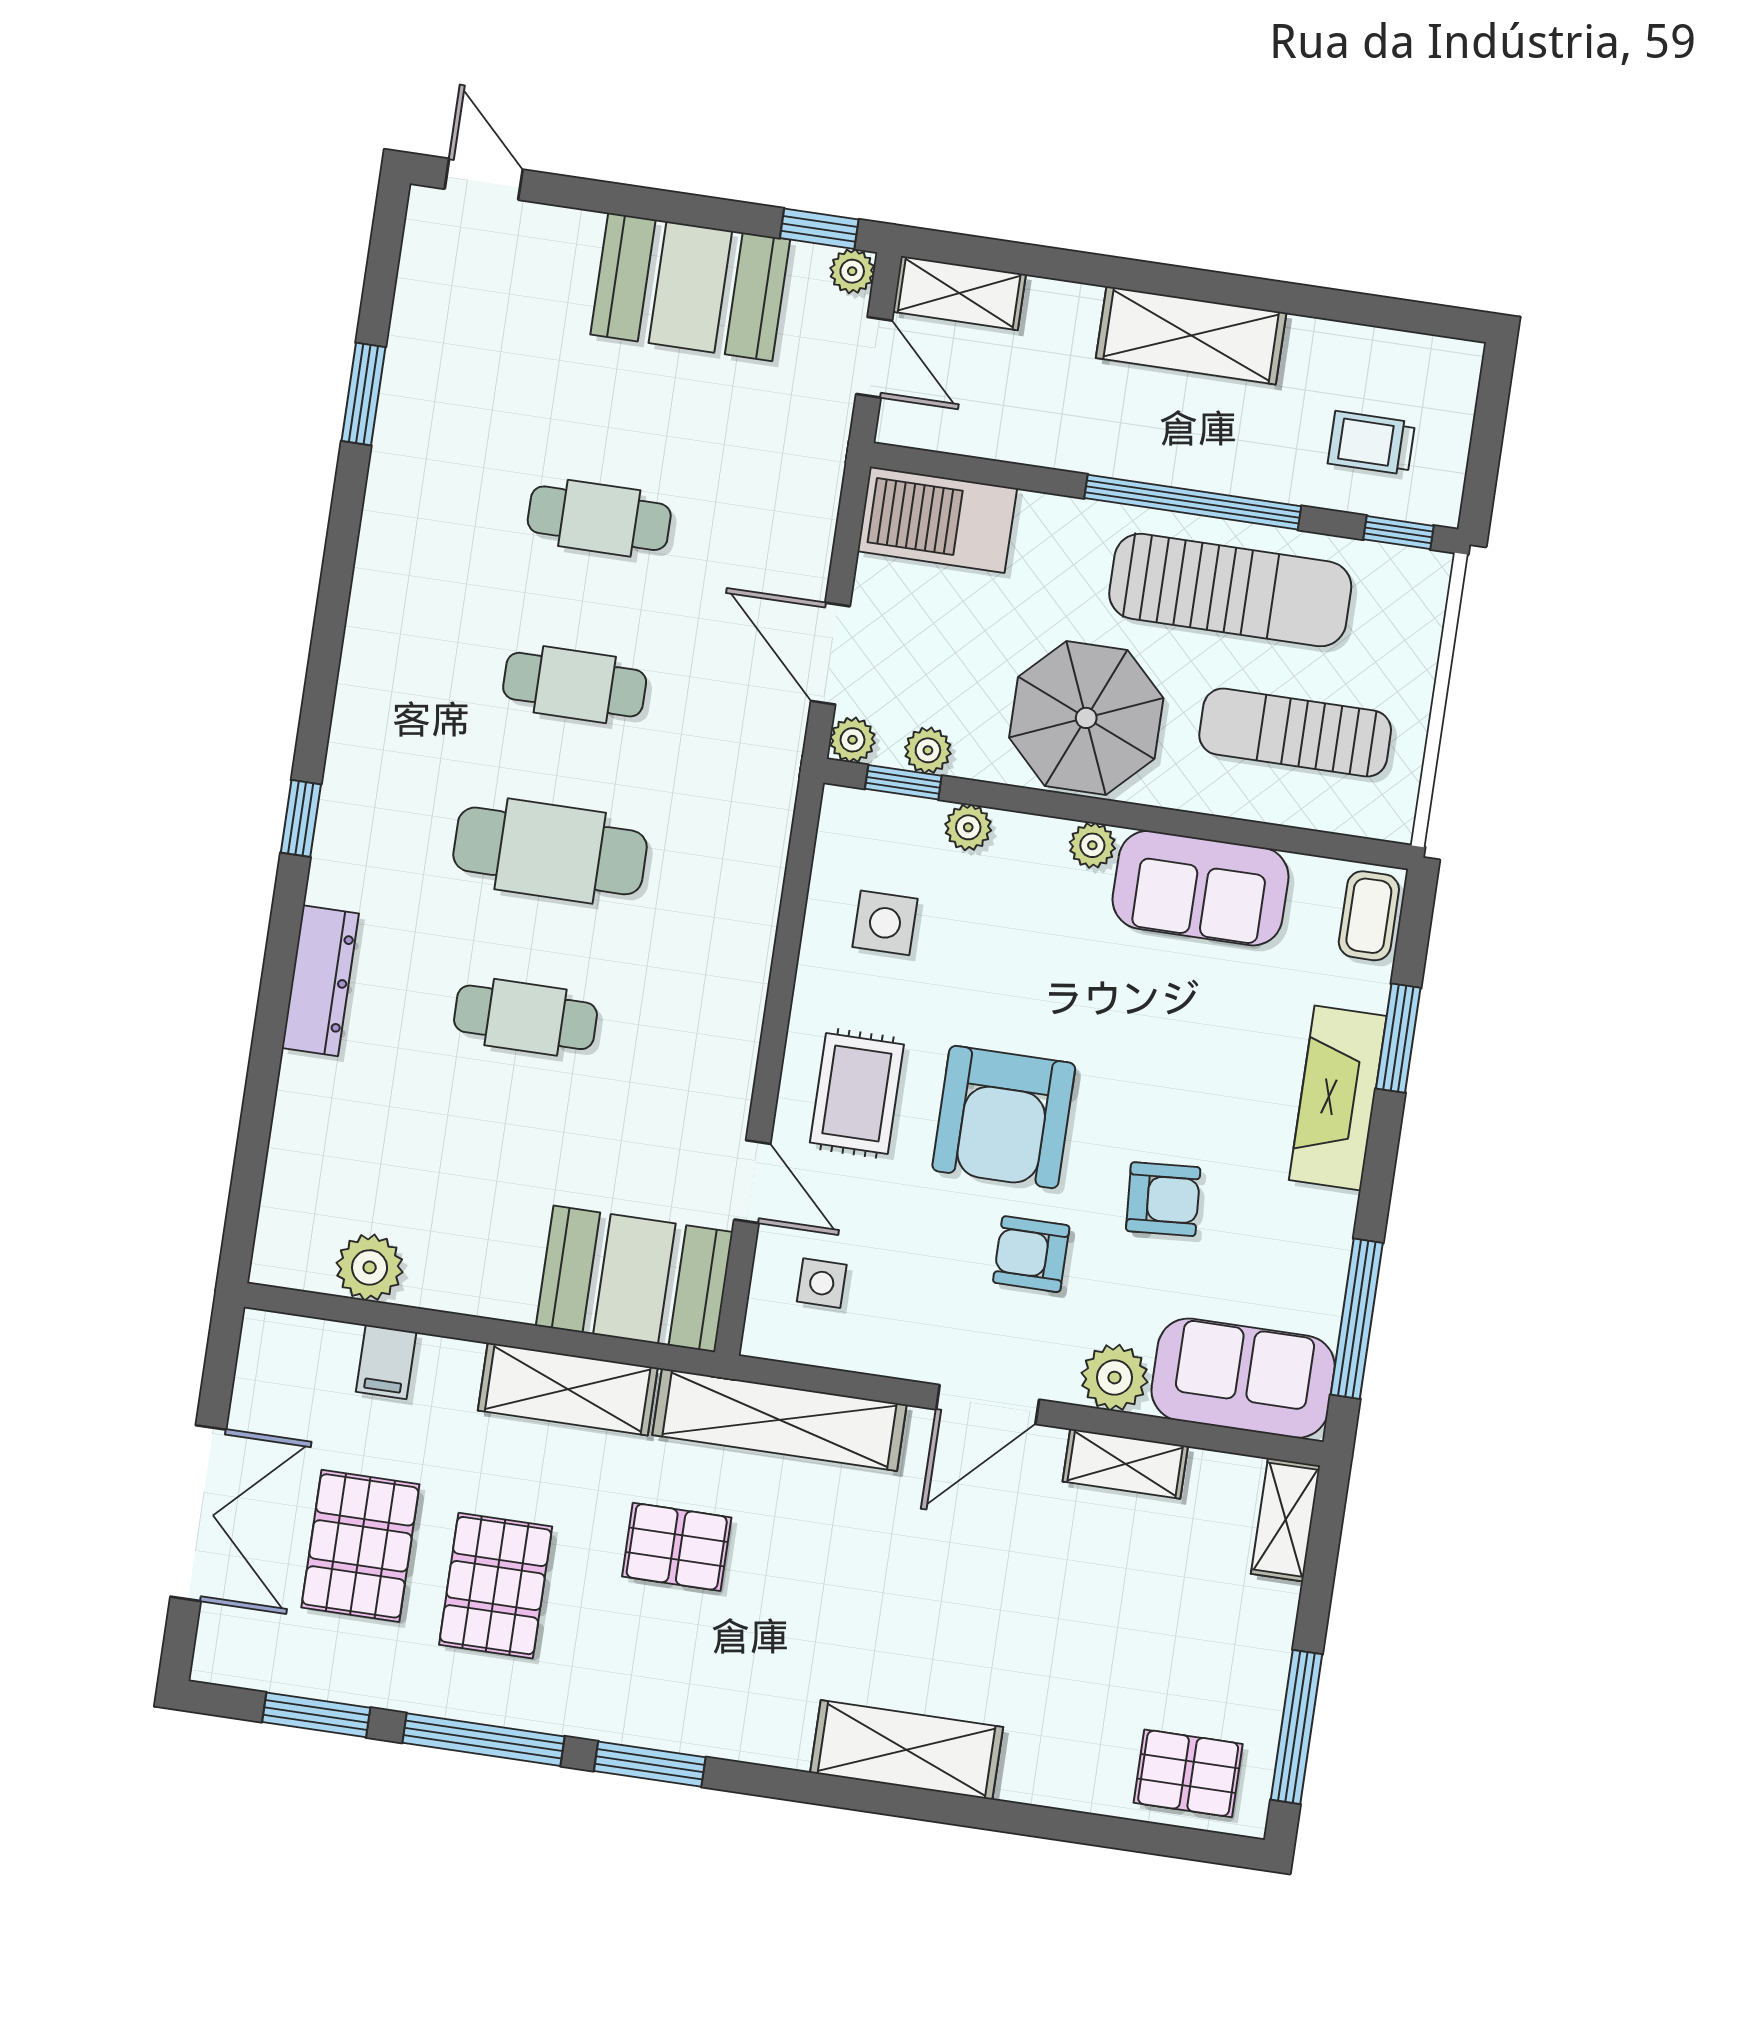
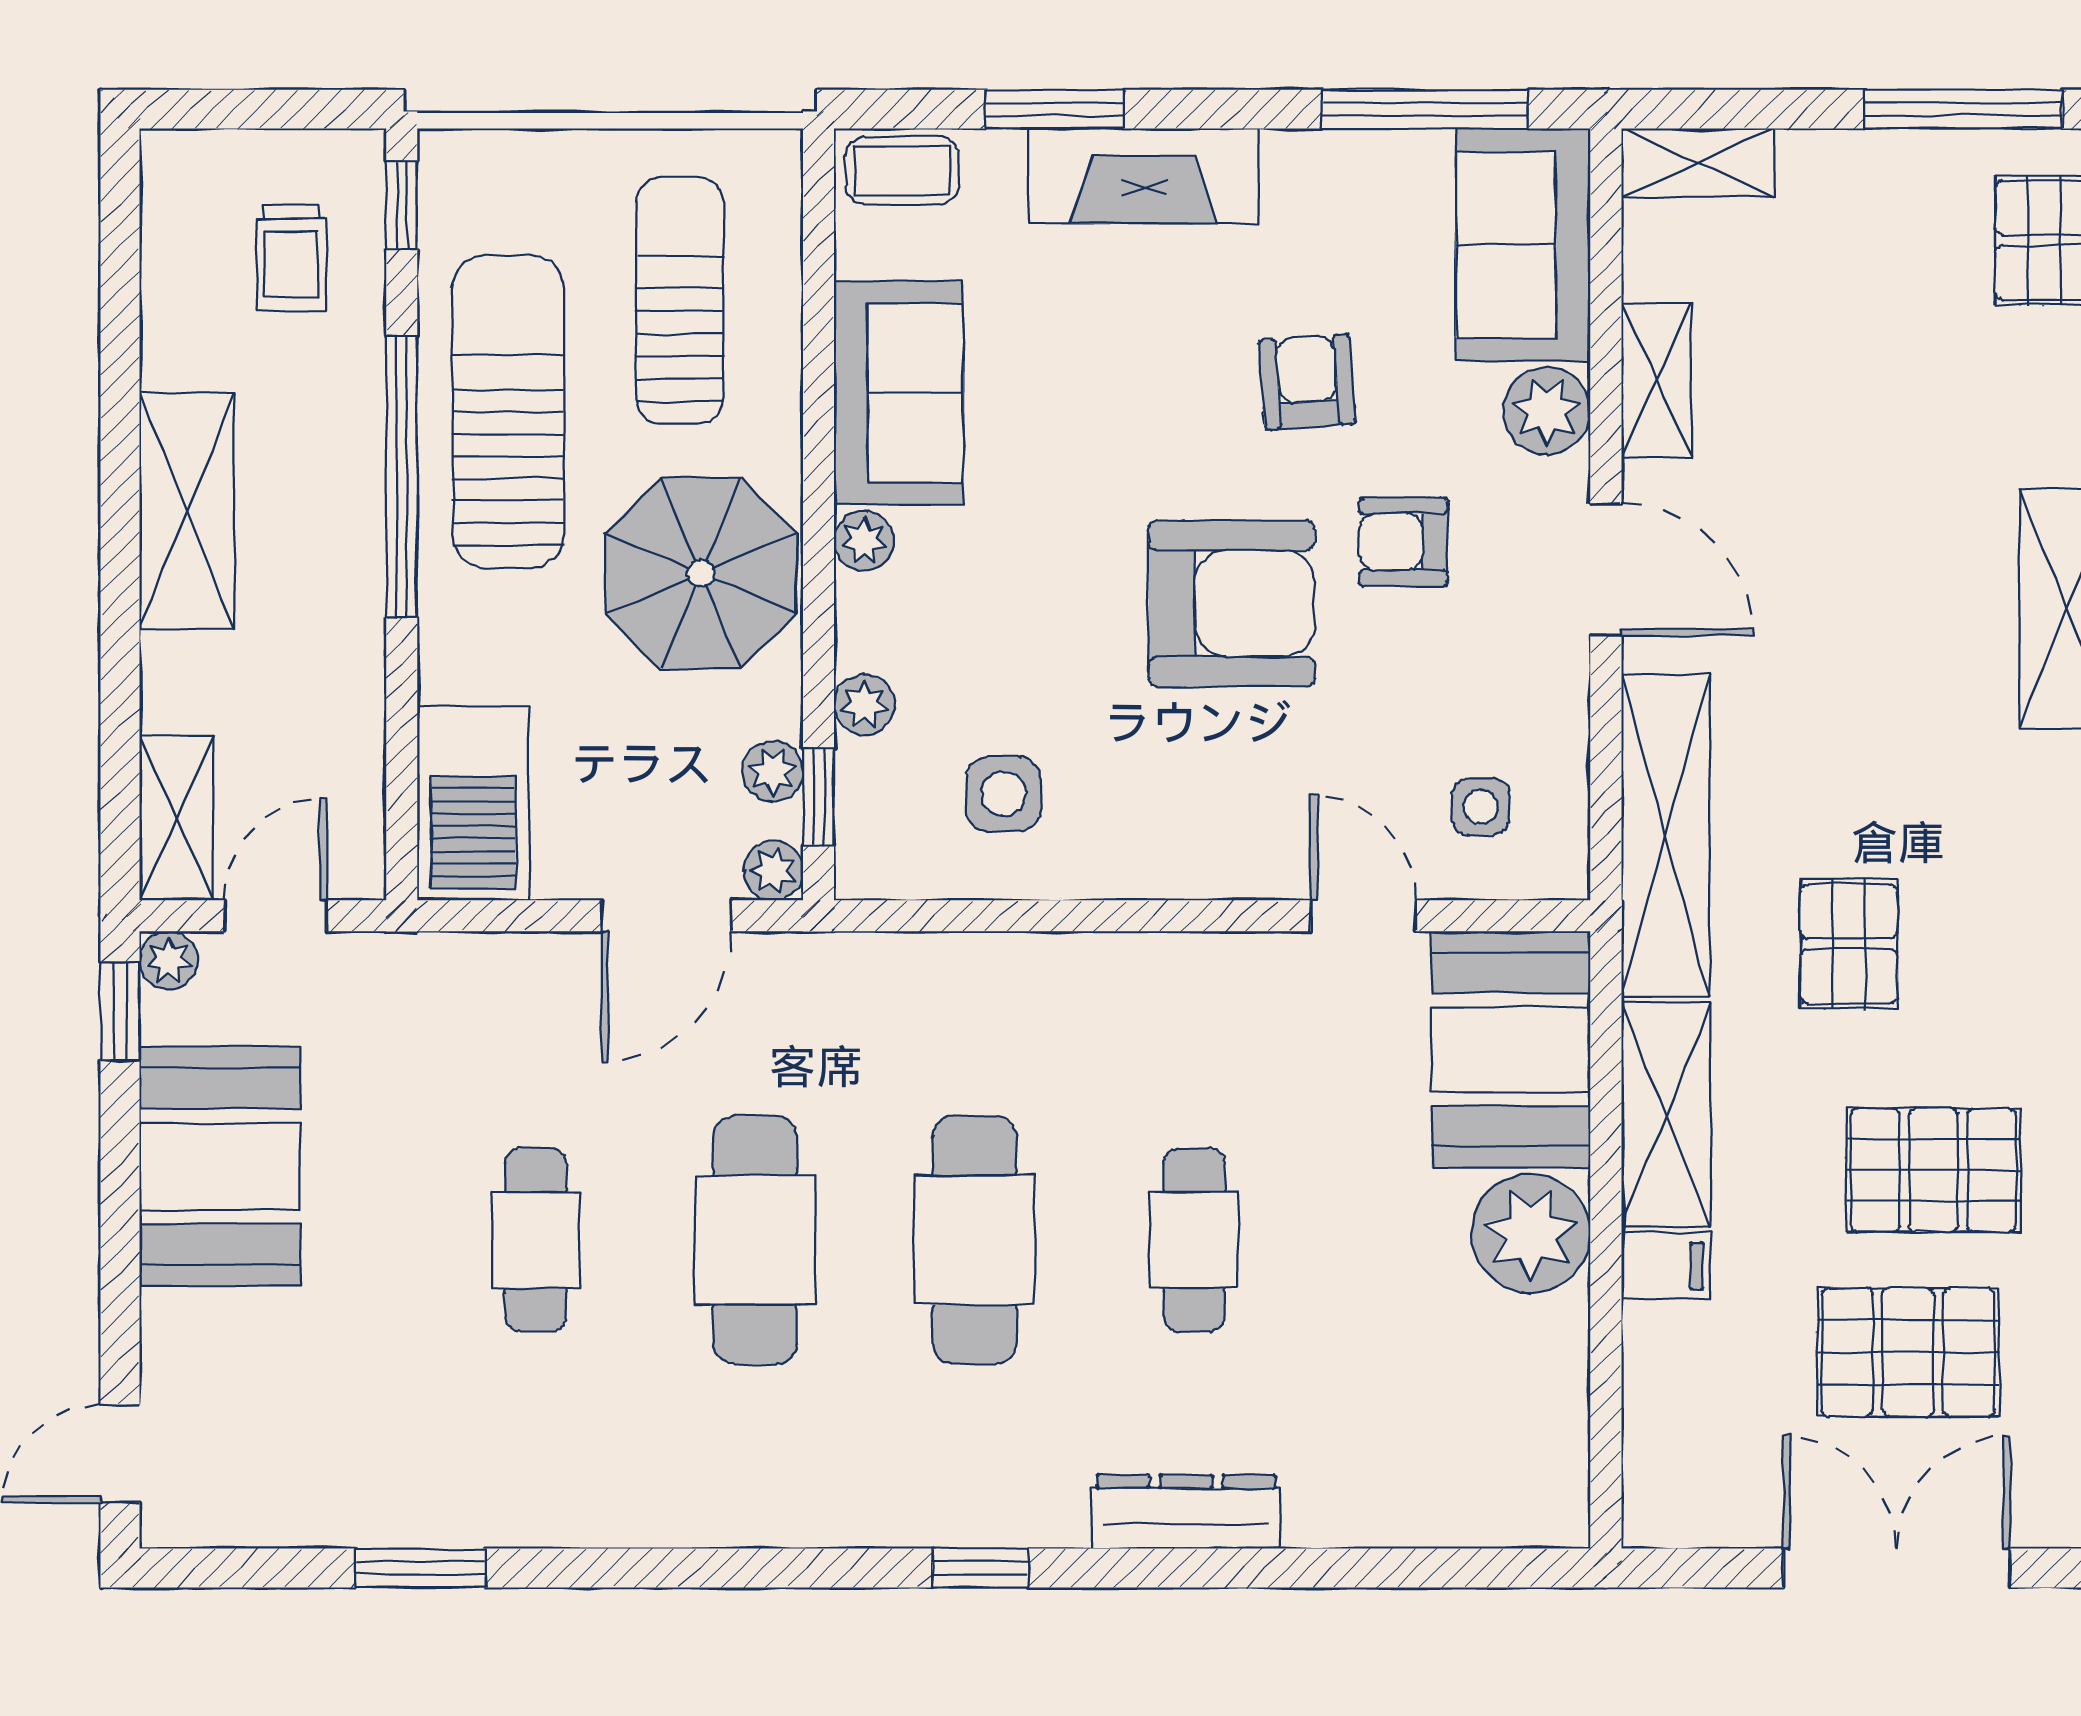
cafe table: (575, 685) -> (755, 1240), width x1.37, depth x1.35
sun lounger: (1295, 733) -> (680, 301), turned 180
rug: (857, 1094) -> (1229, 798), removed
door: (752, 1182) -> (1363, 916), hinge flipped
armchair: (1031, 1254) -> (1403, 542), turned 90
plant: (370, 1267) -> (1531, 1234), moved, width x1.36, depth x1.36
filing cabinet: (386, 1362) -> (1666, 1266), moved

